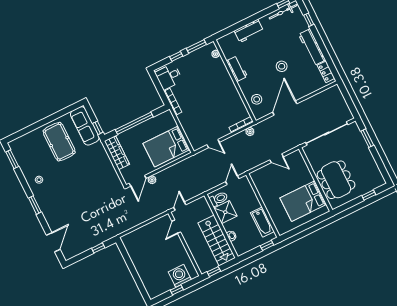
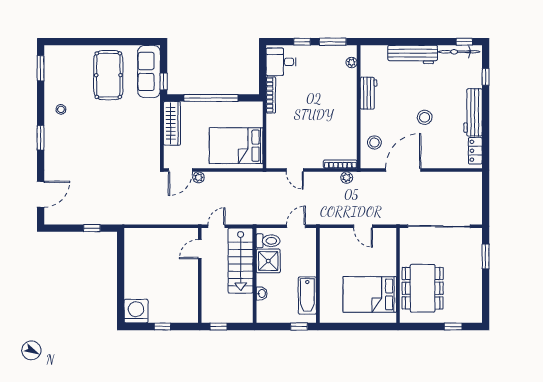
workbench: (249, 31) -> (413, 54), width x1.38
stairs: (217, 241) -> (241, 261), moved
washing machine: (180, 276) -> (136, 311), moved

